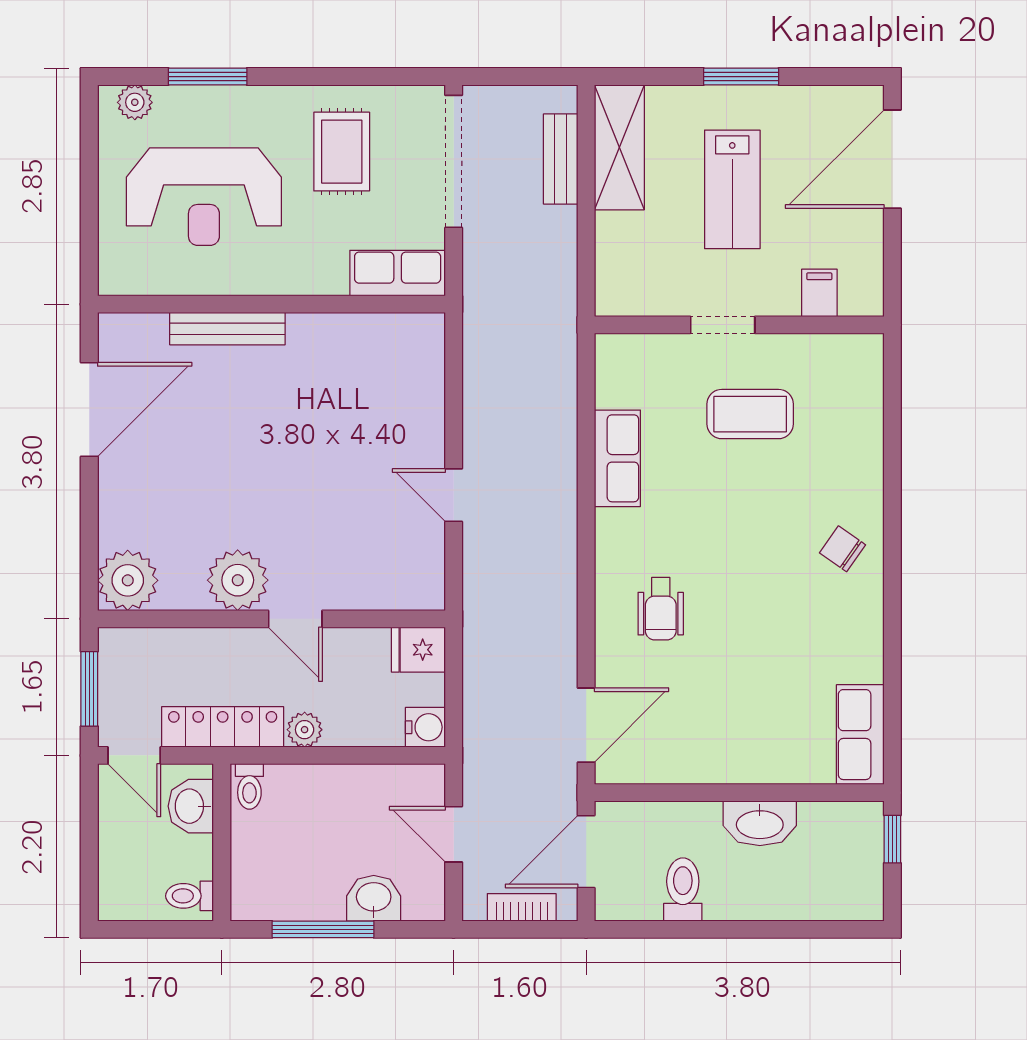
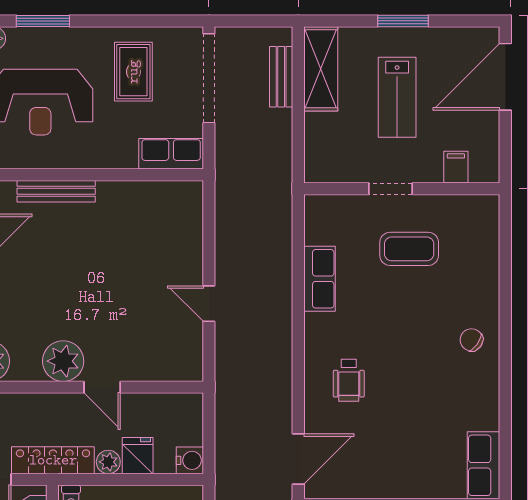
fridge: (418, 650) -> (138, 456), moved, turned 90

